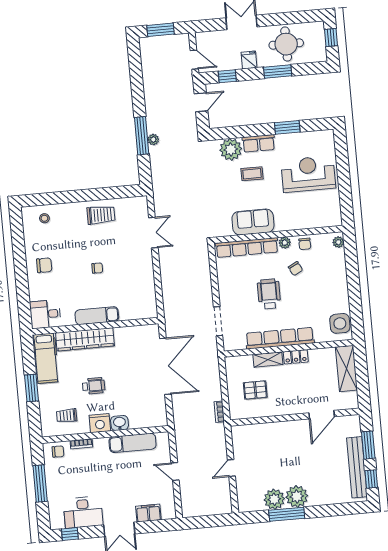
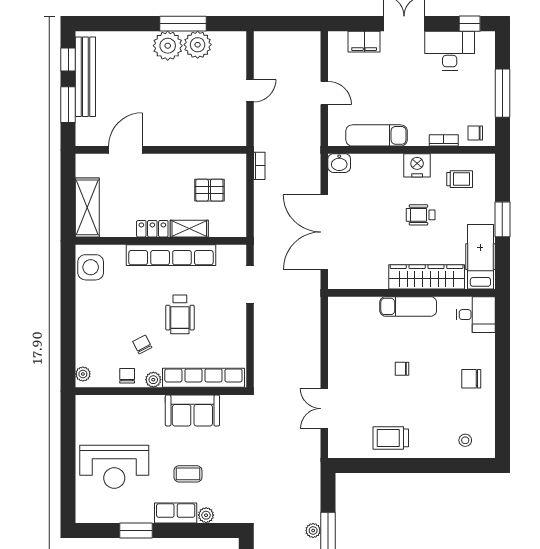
plant: (231, 149) -> (206, 515), width x0.53, depth x0.53
washbasin: (120, 423) -> (339, 163), moved

